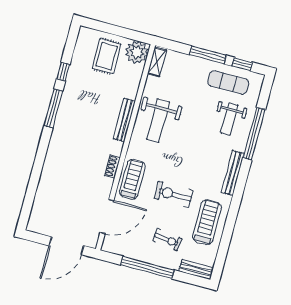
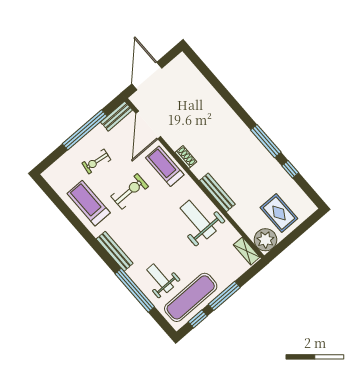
exercise mat: (228, 82) -> (191, 297), width x1.36, depth x1.45
treadmill: (132, 179) -> (165, 166), turned 180
treadmill: (207, 222) -> (89, 203), turned 180
bench: (196, 269) -> (117, 116), moved

